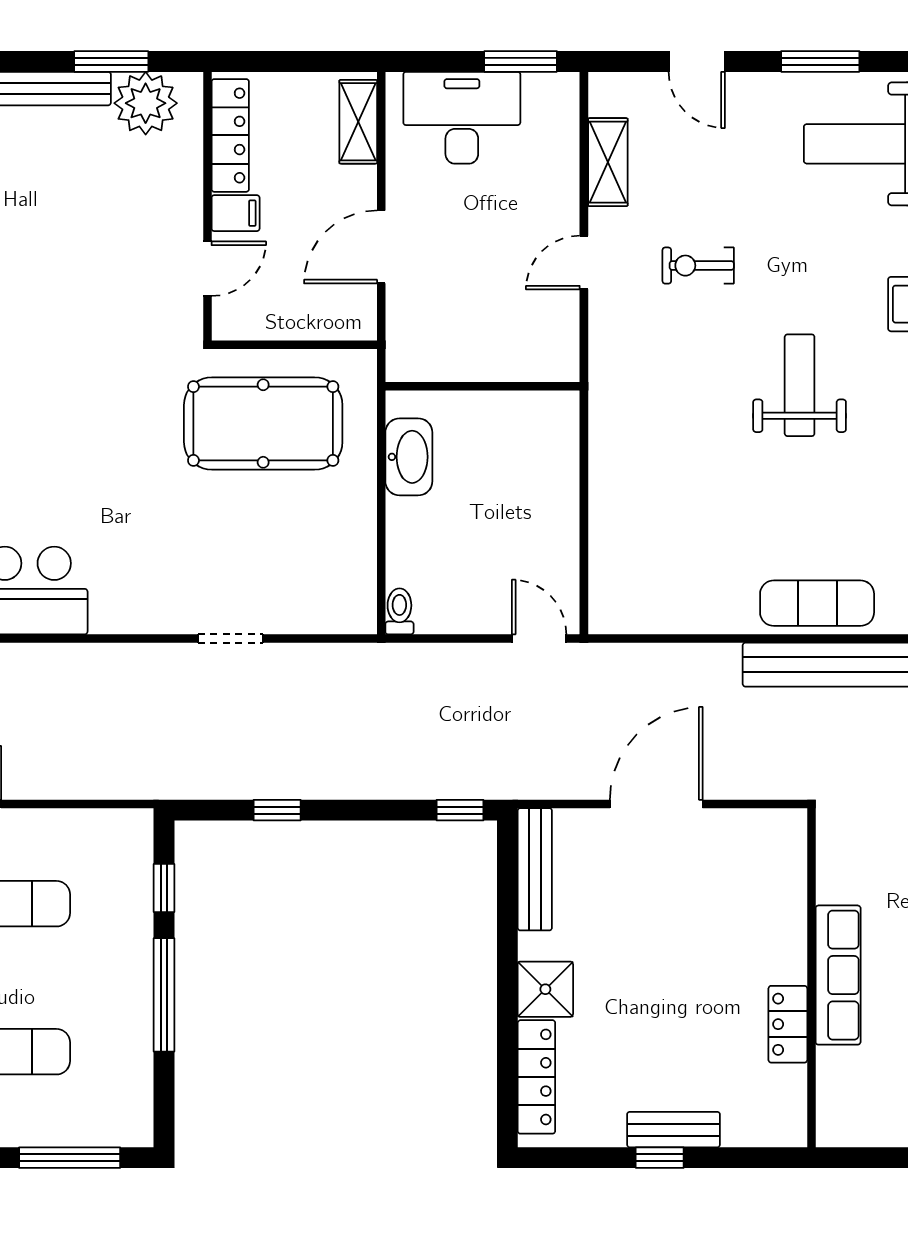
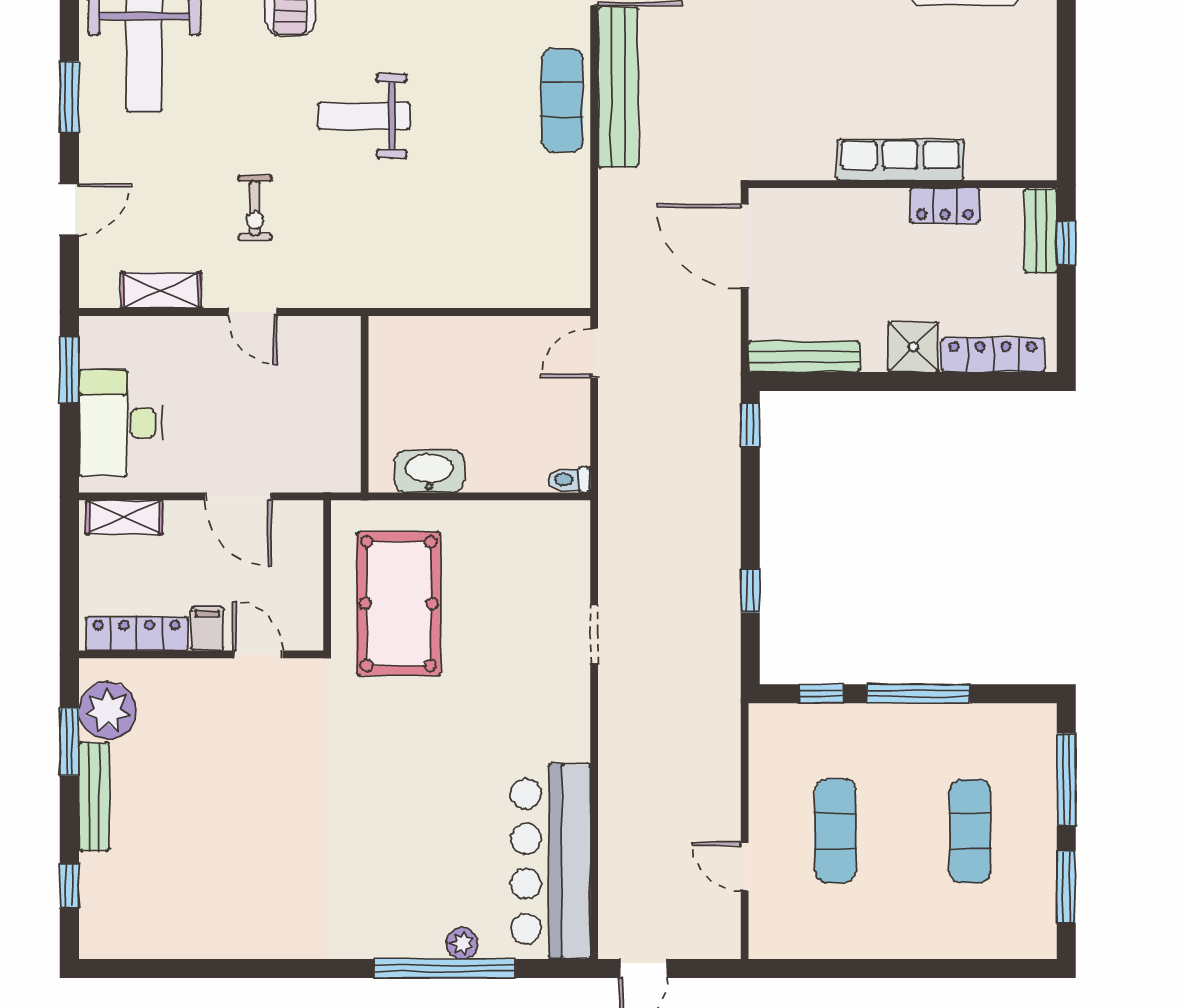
row of seats: (838, 975) -> (900, 160), moved
wall: (811, 978) -> (903, 184), moved
locker: (788, 1024) -> (945, 206), moved

